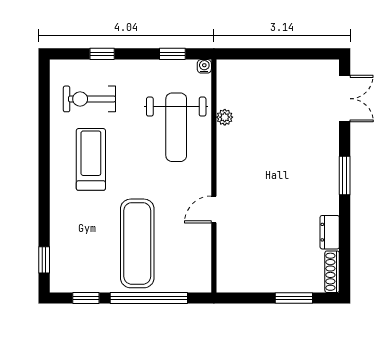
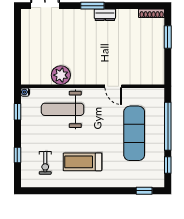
exercise bike: (89, 99) -> (45, 163), width x0.73, depth x0.72
plant: (225, 117) -> (61, 75), width x1.88, depth x1.88
weight bench: (176, 127) -> (63, 109), turned 180
dresser: (330, 232) -> (105, 15), moved
exercise mat: (137, 243) -> (134, 133), turned 90

